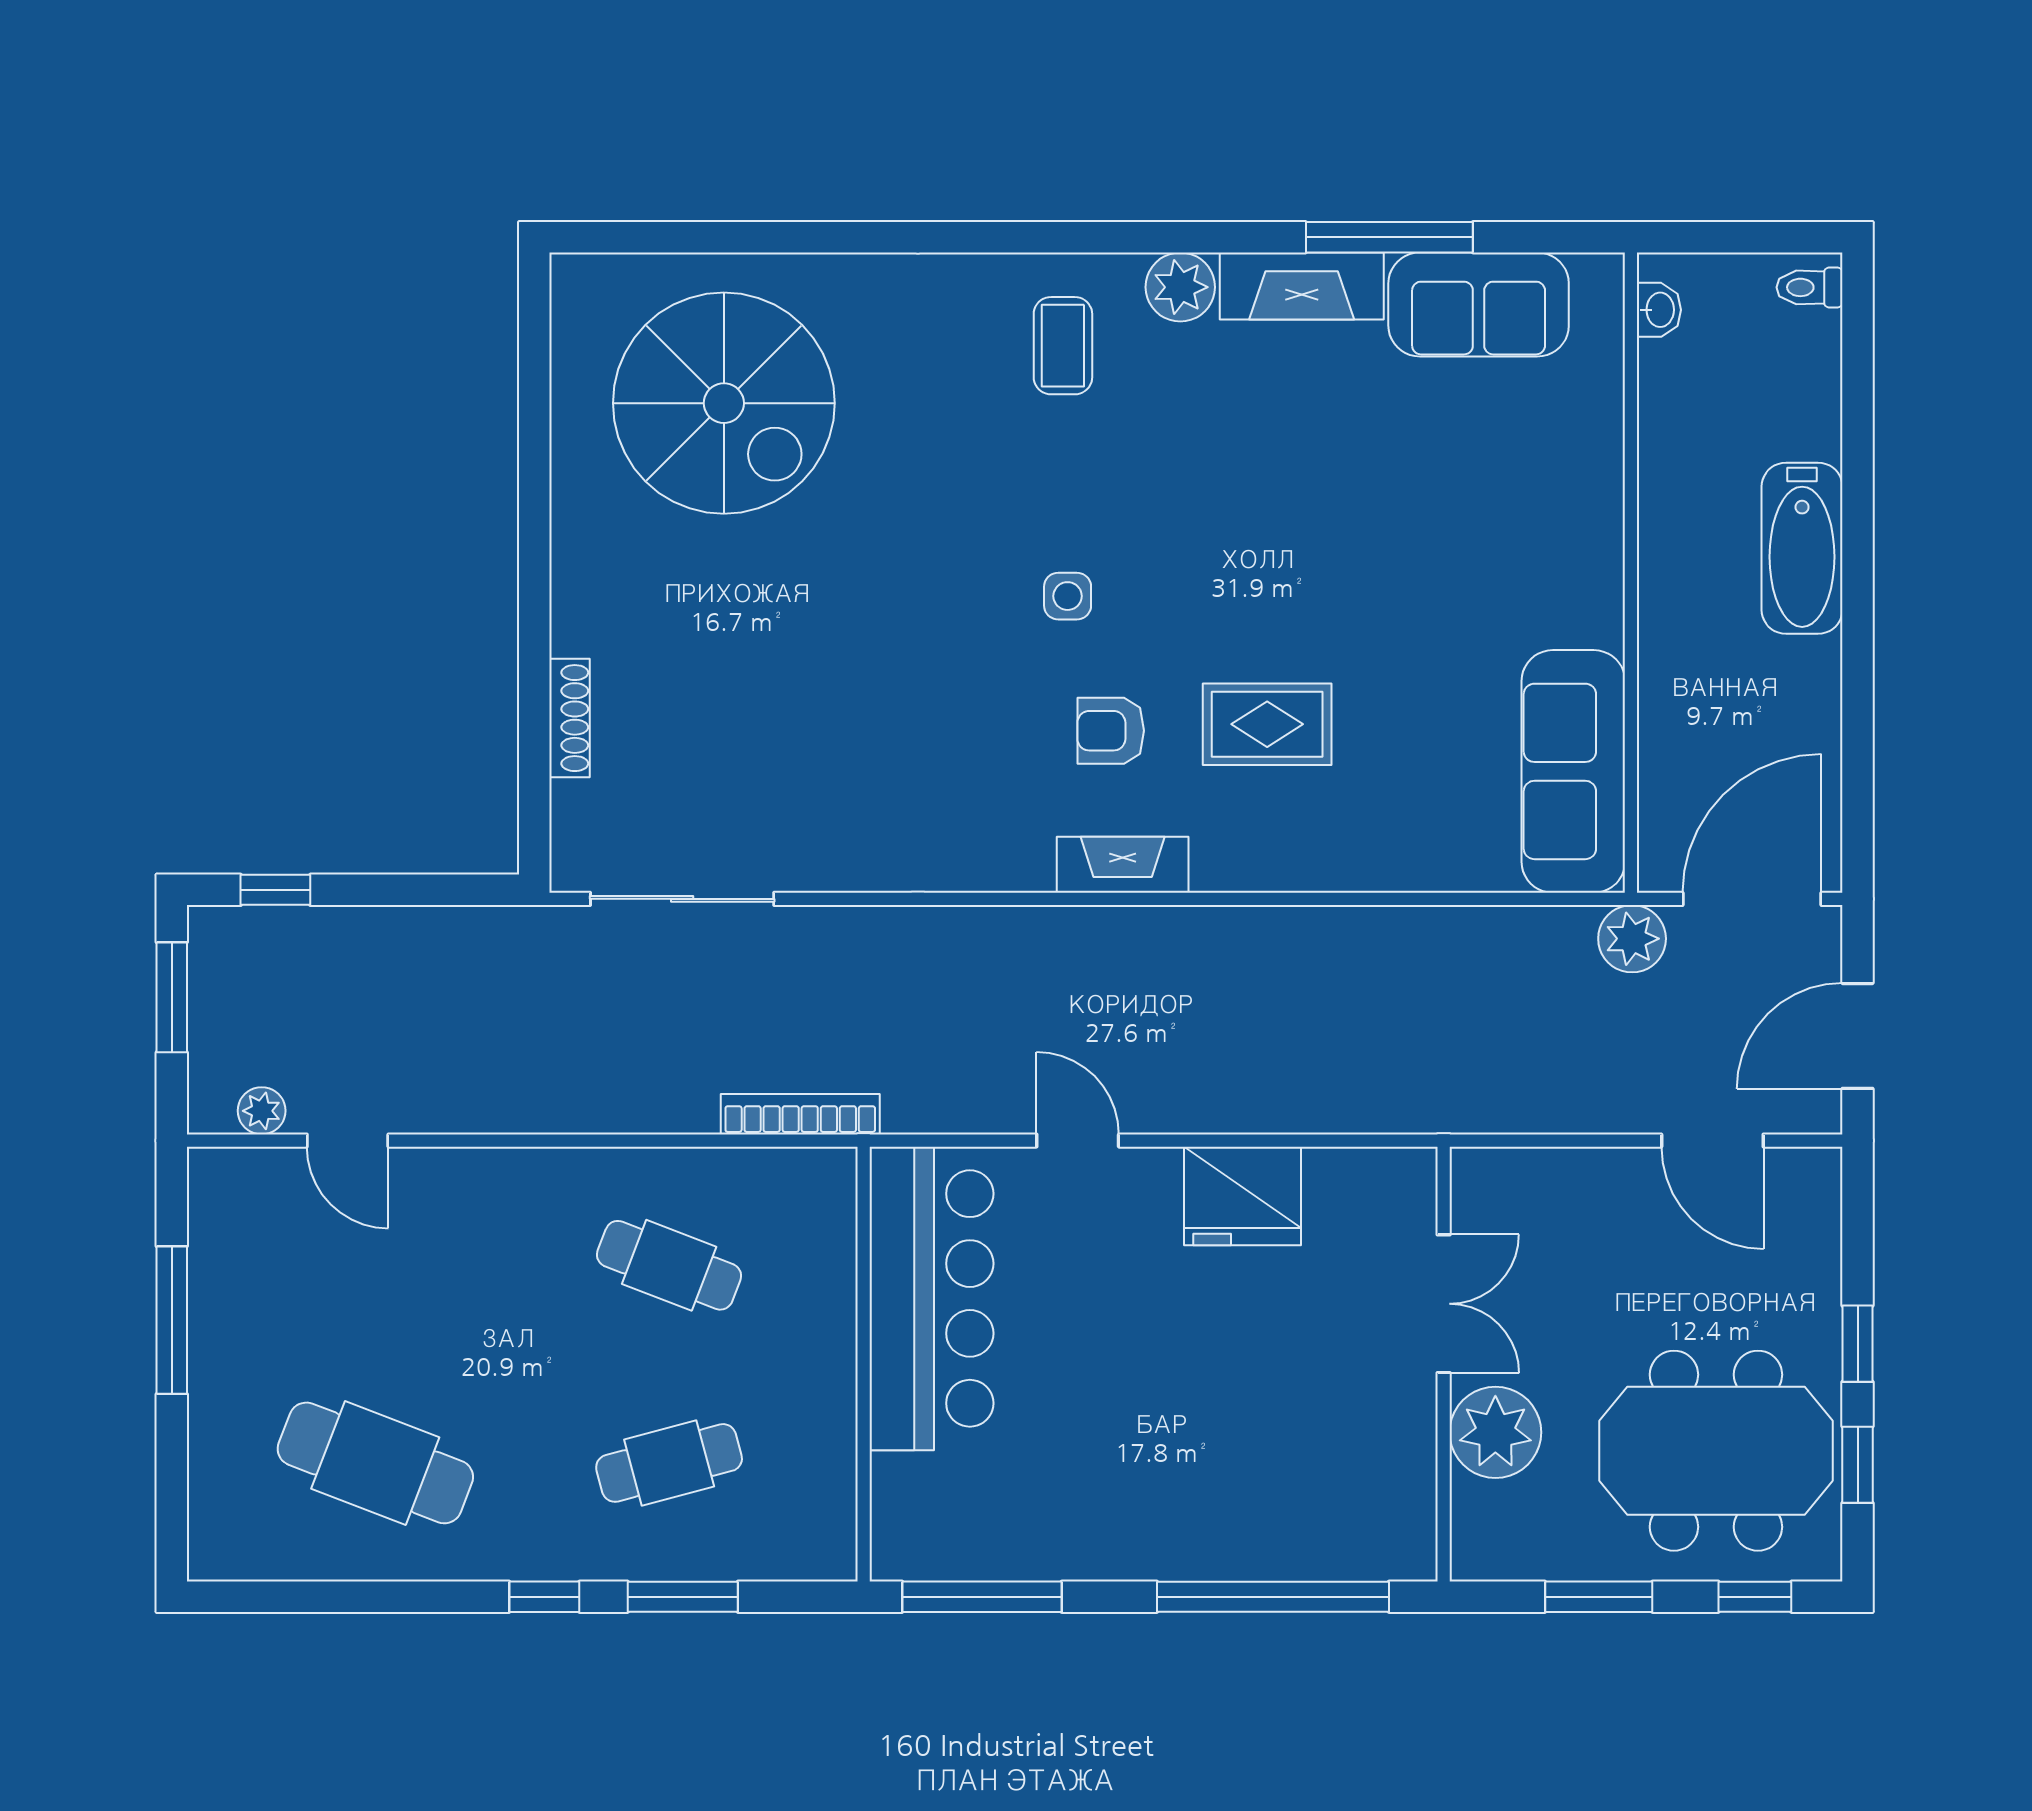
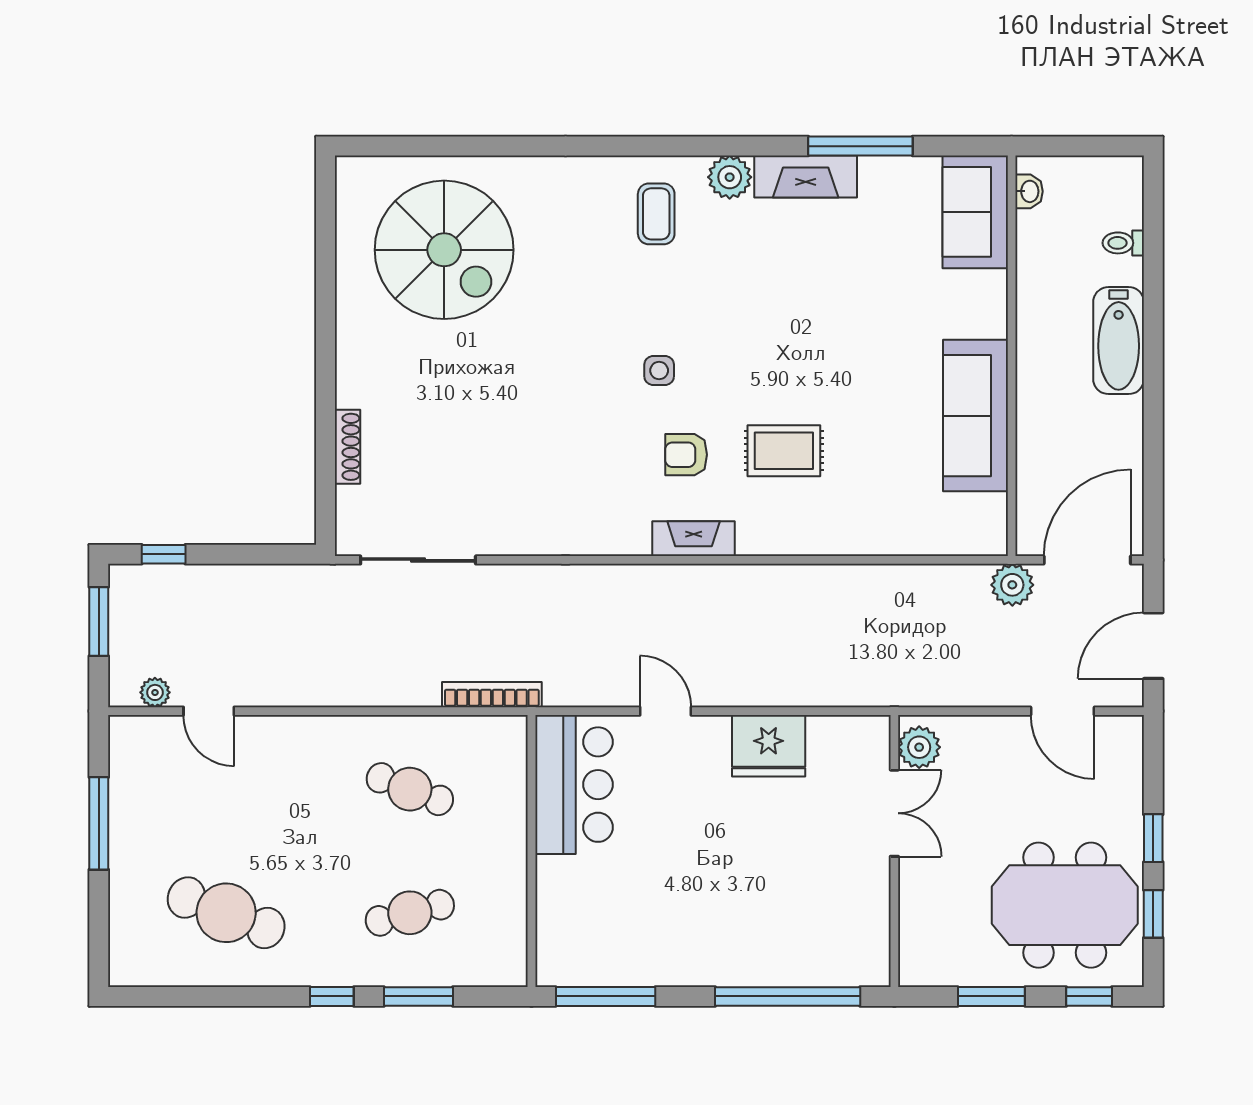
toilet: (1810, 287) -> (1123, 243), moved
sofa: (1479, 304) -> (975, 212), moved, turned 90
sofa: (1573, 771) -> (975, 416), moved
bar counter: (931, 1298) -> (574, 785), width x0.73
plant: (1495, 1432) -> (919, 747), moved, width x0.73, depth x0.73

